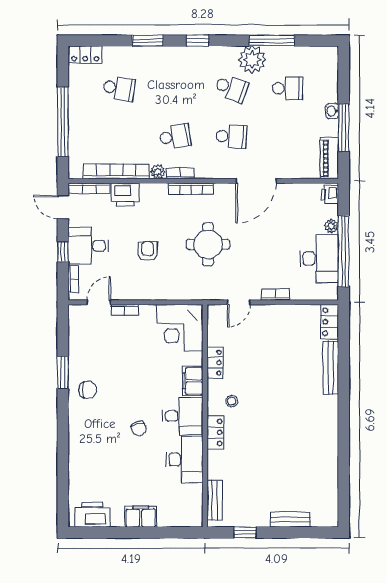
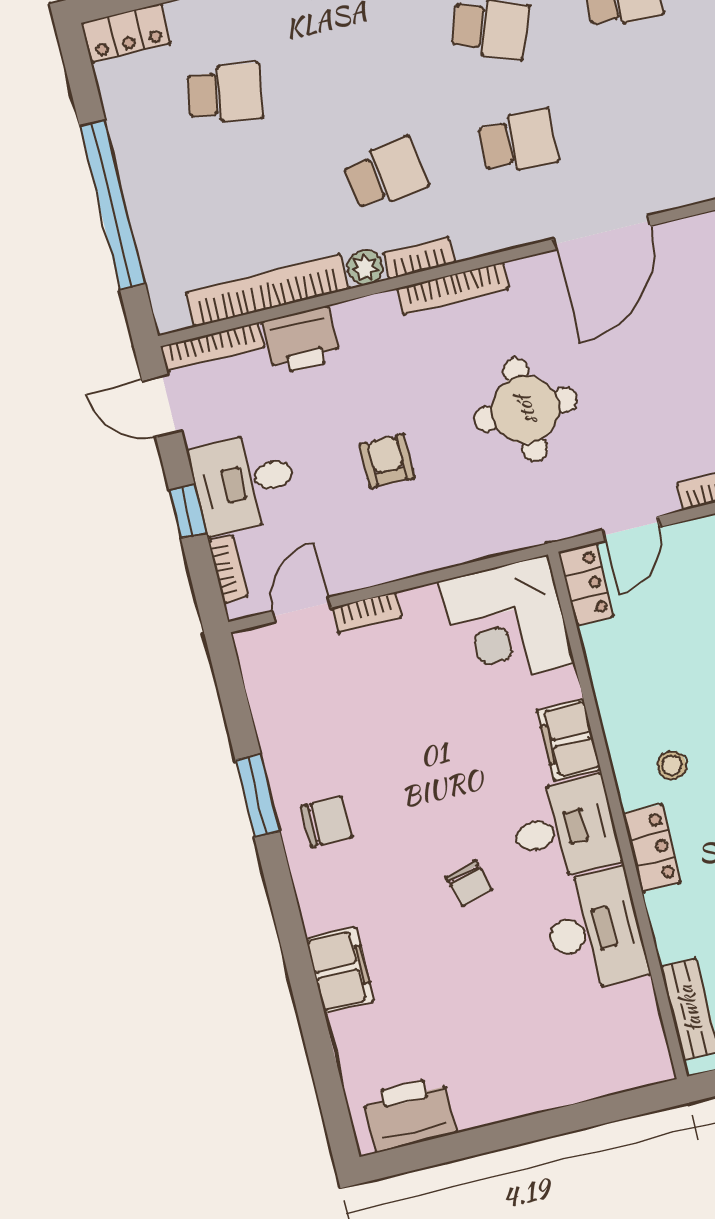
locker: (215, 363) -> (586, 584), moved
filing cabinet: (141, 517) -> (340, 970), moved, turned 90

